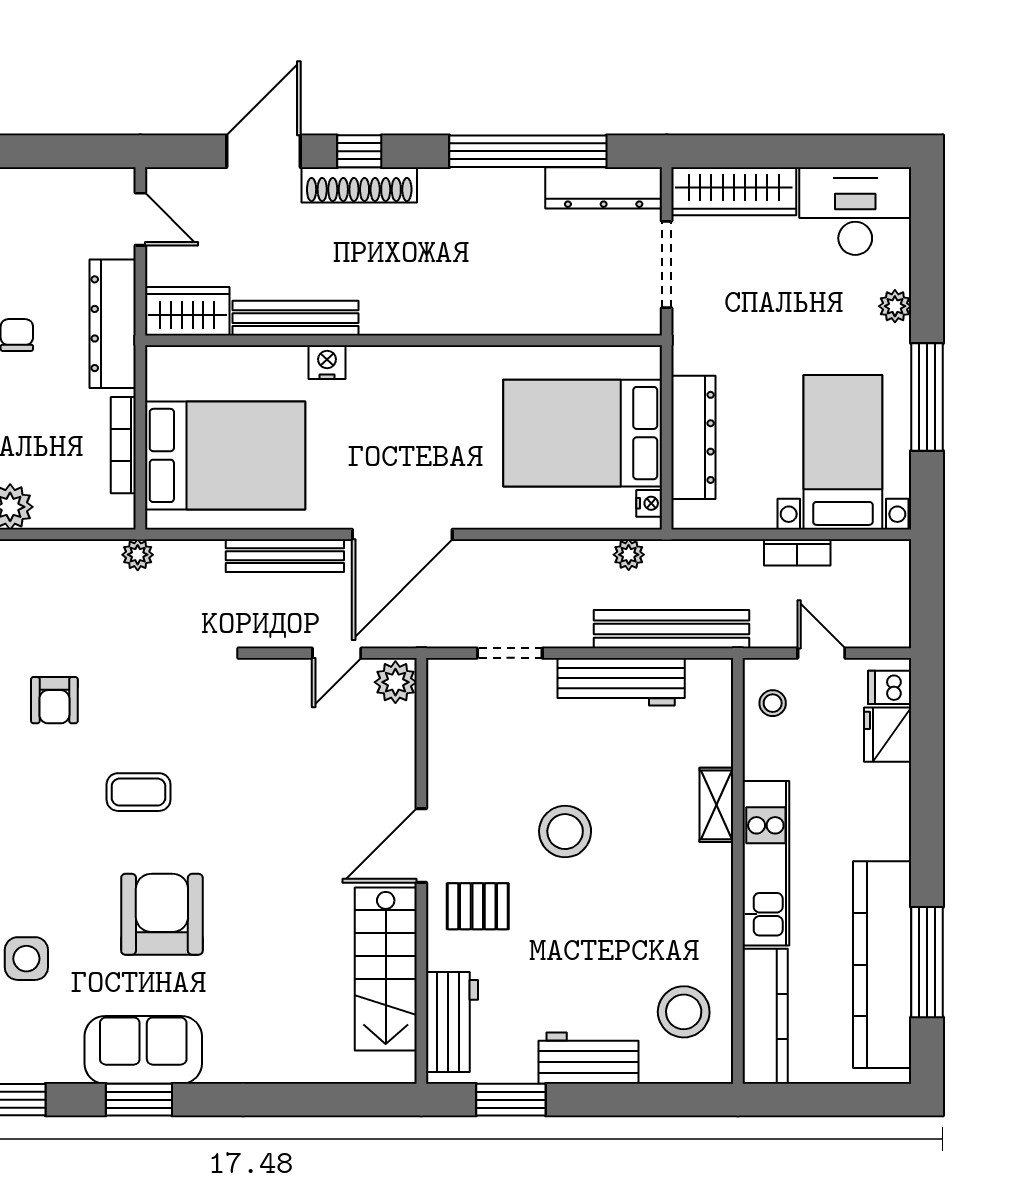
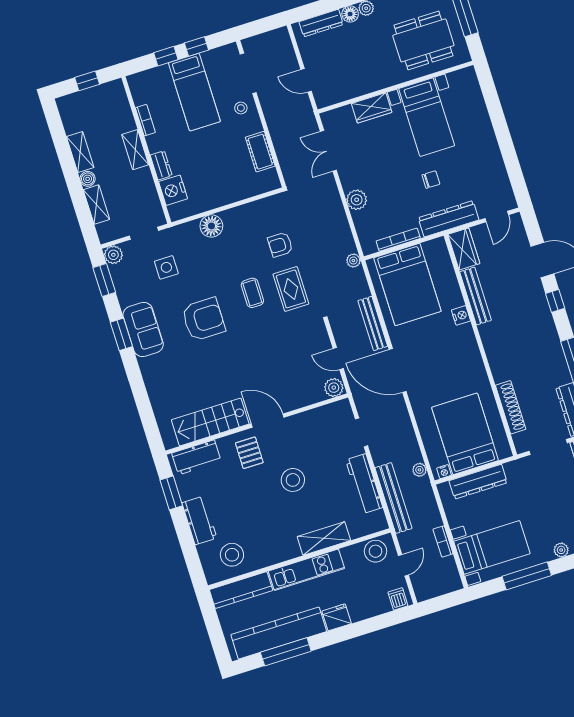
shoe rack: (359, 185) -> (511, 407), moved, turned 180
stool: (773, 703) -> (376, 551), width x1.89, depth x1.89
rug: (156, 707) -> (291, 289), added
fridge: (888, 735) -> (337, 617), moved
shelving: (716, 805) -> (324, 538), width x1.50, depth x1.33

